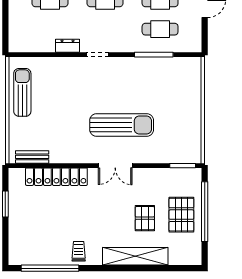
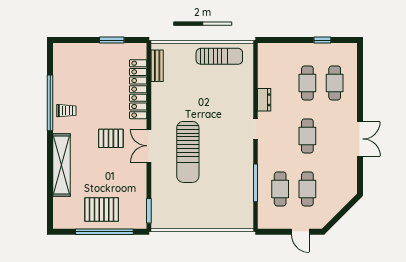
pallet: (145, 218) -> (111, 138), moved
window: (50, 268) -> (50, 103), moved

